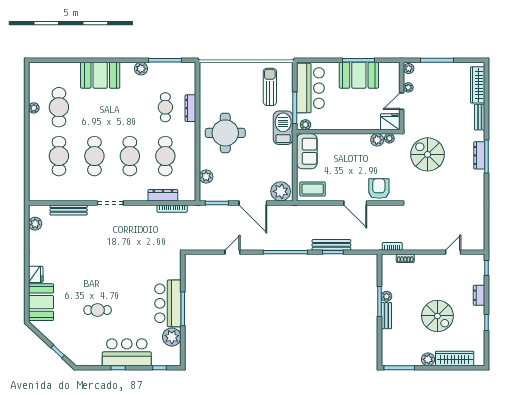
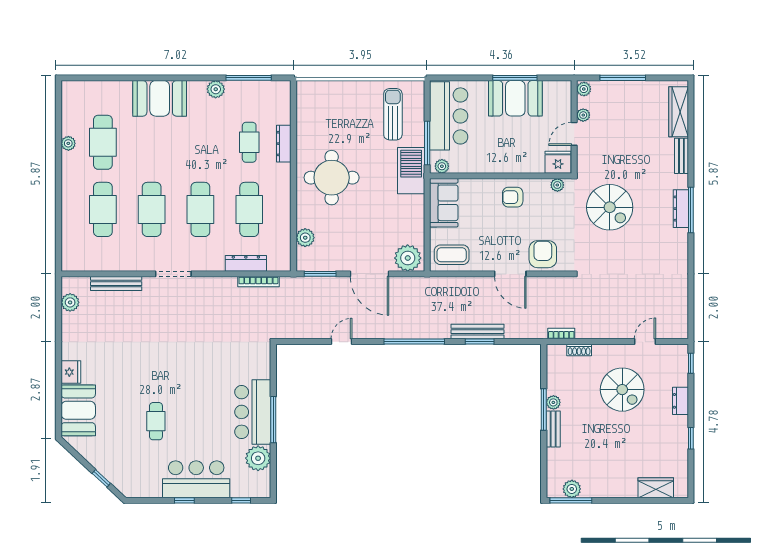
plant: (377, 140) -> (541, 187), removed
armchair: (357, 147) -> (513, 197), added
spiral stairs: (427, 154) -> (610, 207), turned 180
cafe table: (98, 310) -> (156, 421), turned 90
spiral stairs: (437, 316) -> (622, 390), moved
wardrobe: (455, 358) -> (656, 488), width x0.67
plant: (428, 359) -> (572, 489), moved

